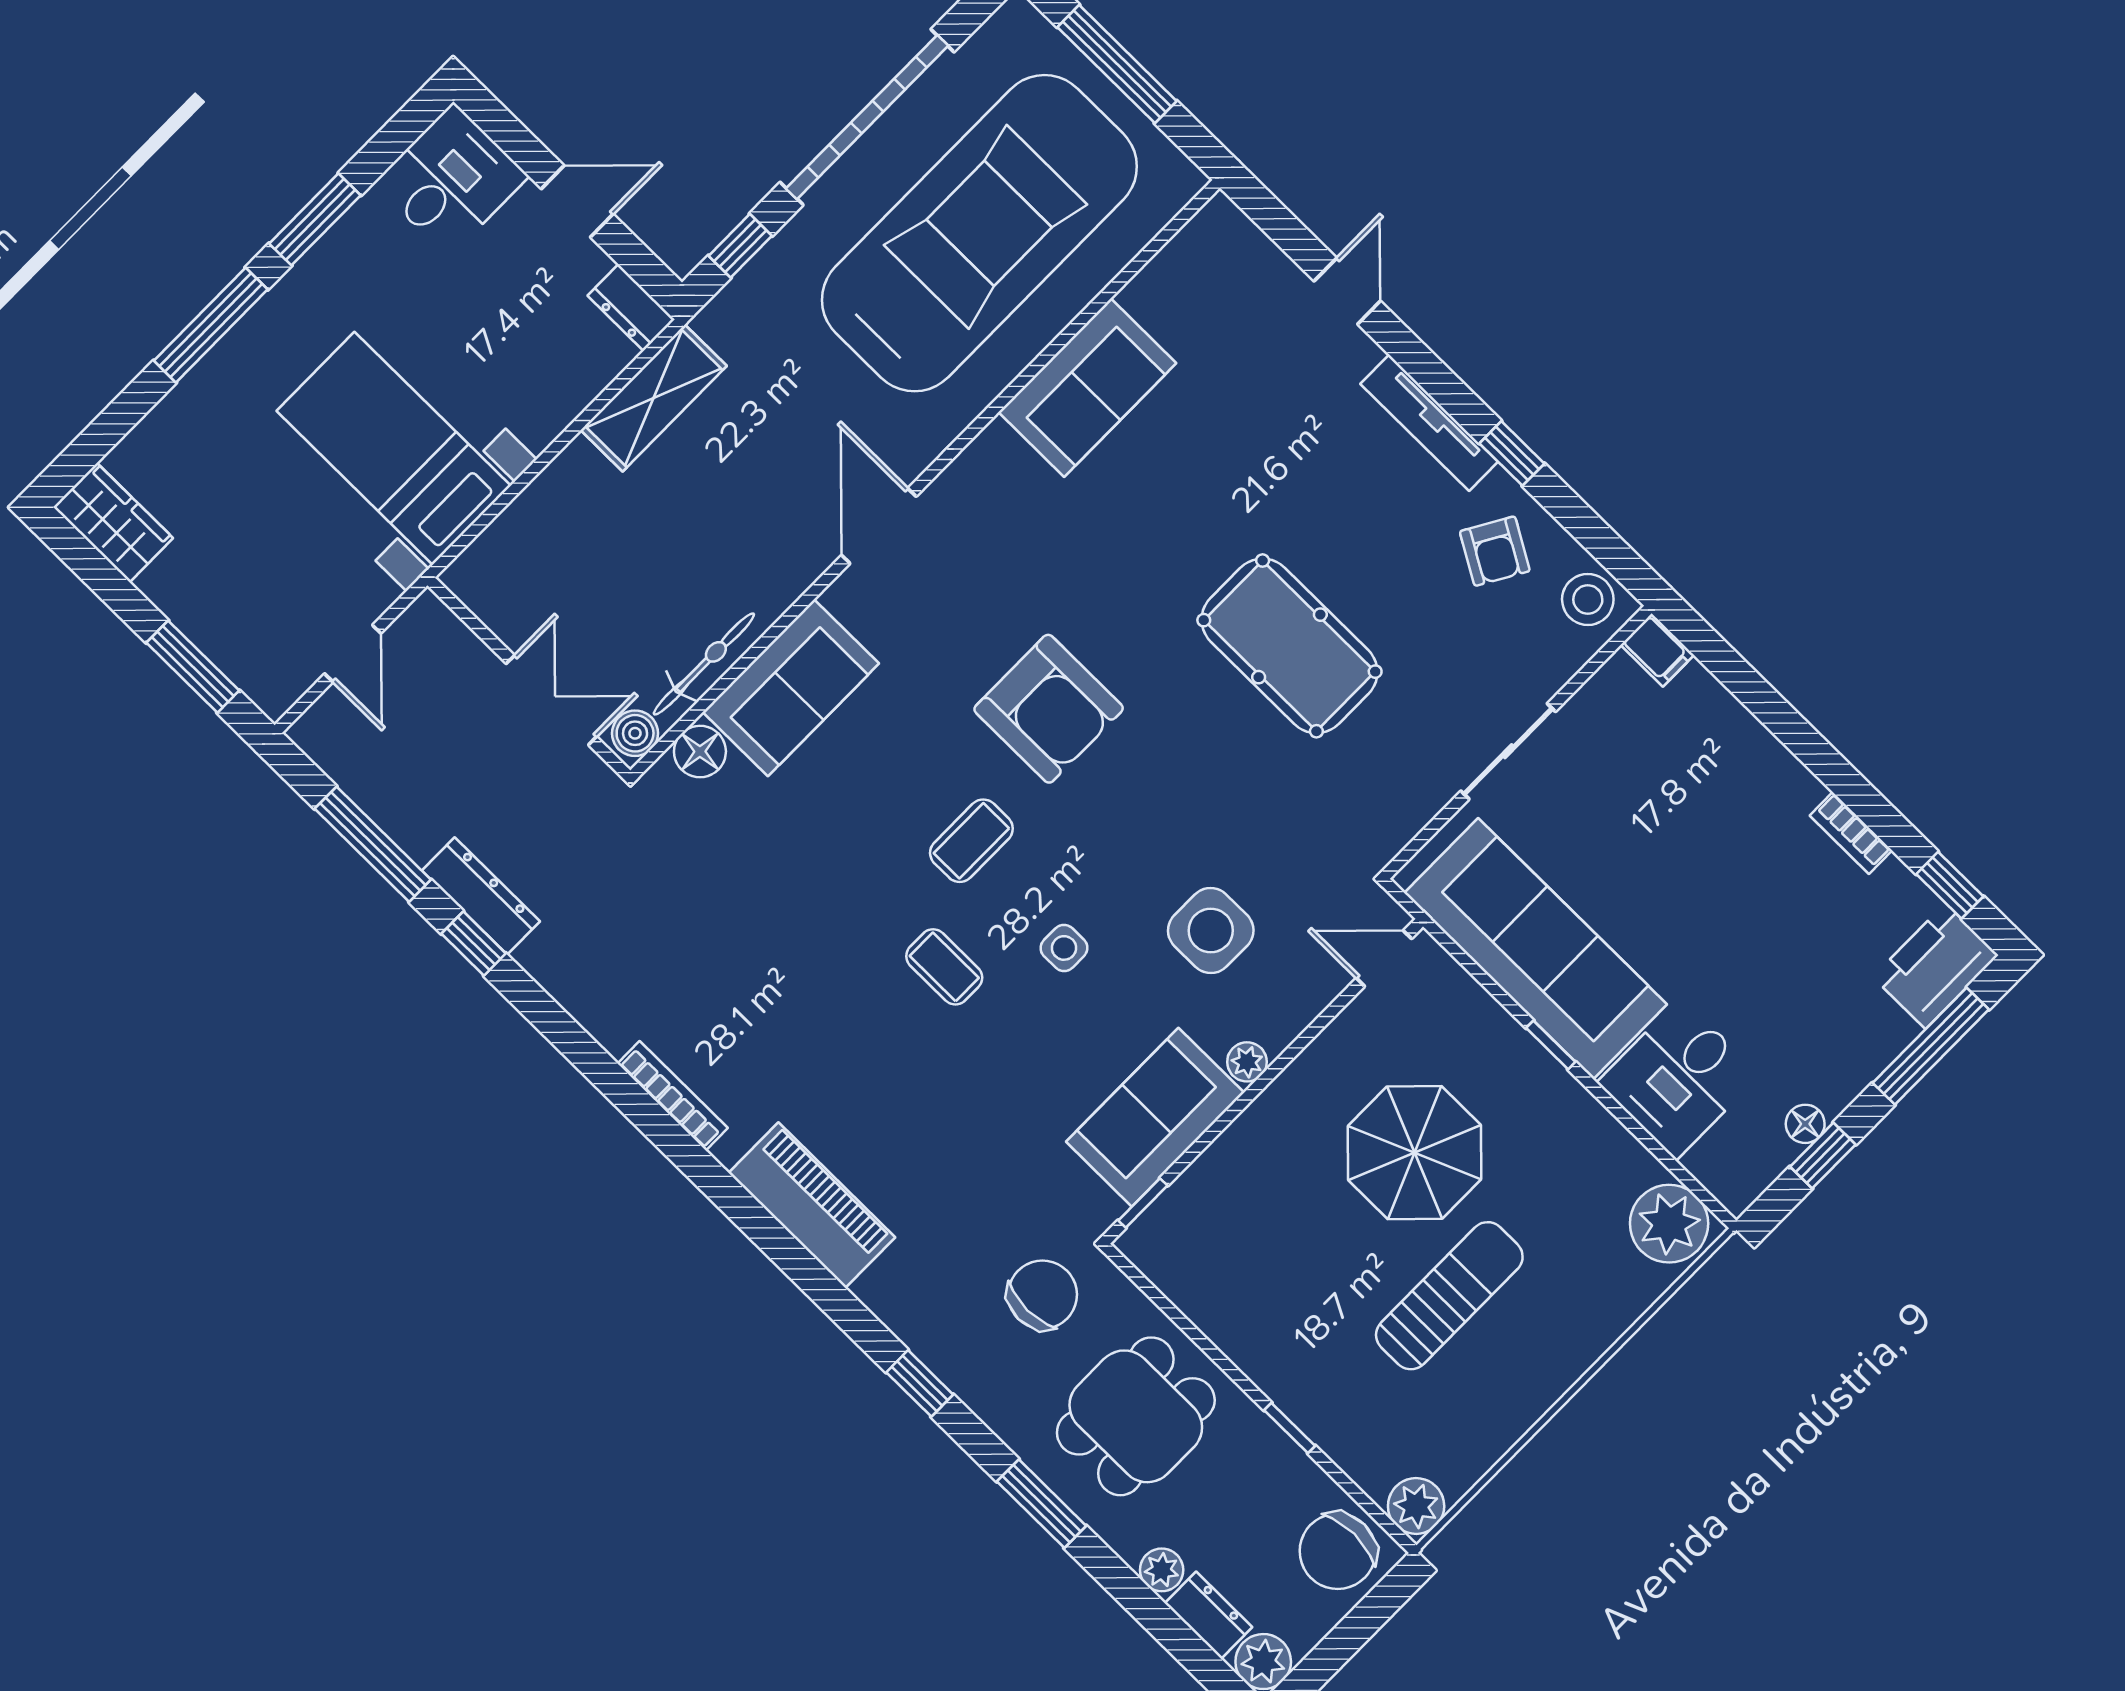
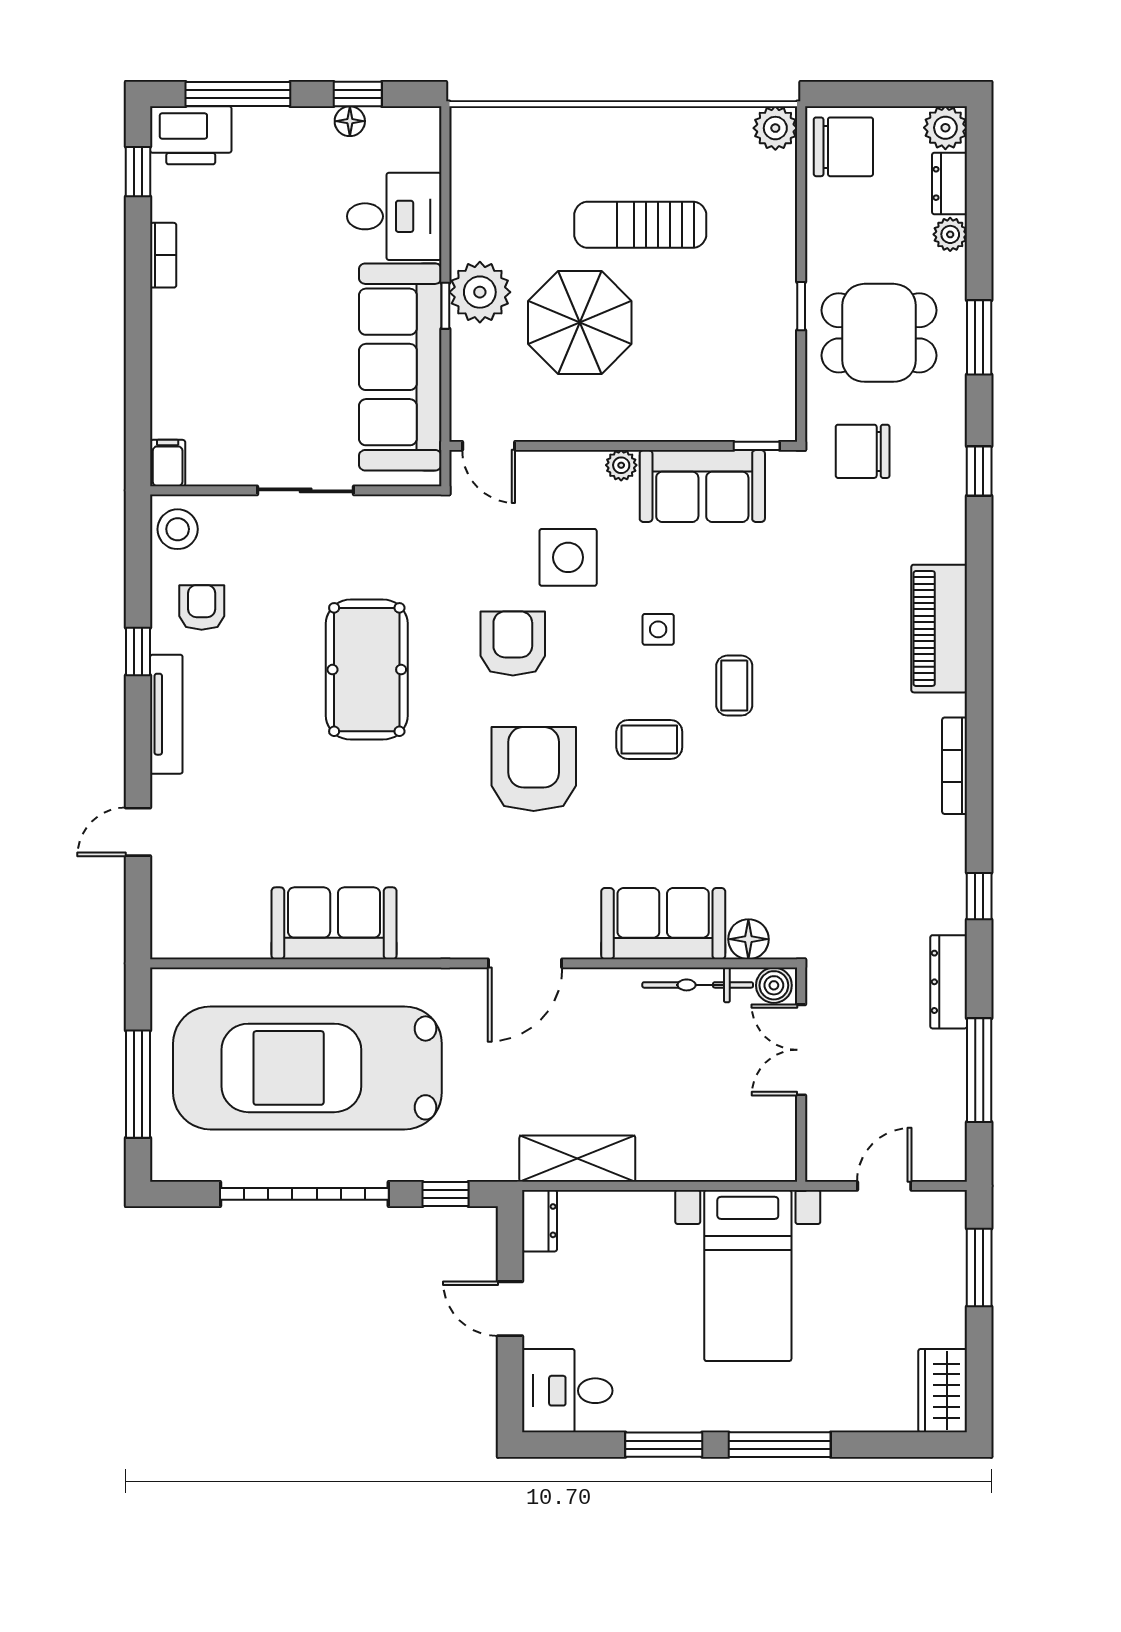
armchair: (1495, 551) -> (202, 607), turned -30
armchair: (1182, 803) -> (513, 643), added
window: (474, 943) -> (979, 896), moved
plant: (1669, 1224) -> (480, 292), moved
window: (1290, 1428) -> (801, 306), moved

